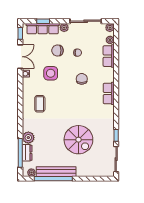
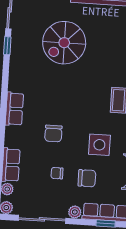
spiral stairs: (78, 140) -> (64, 43), turned -90

